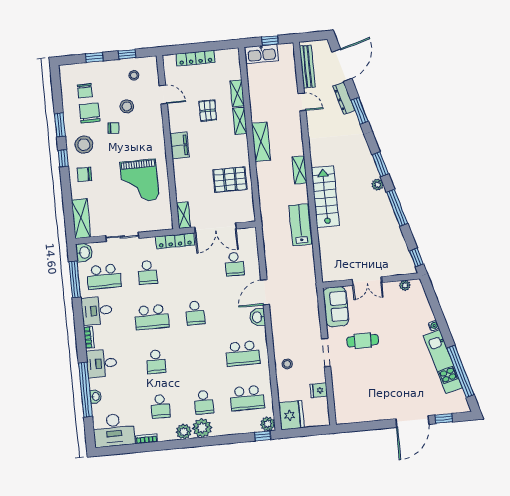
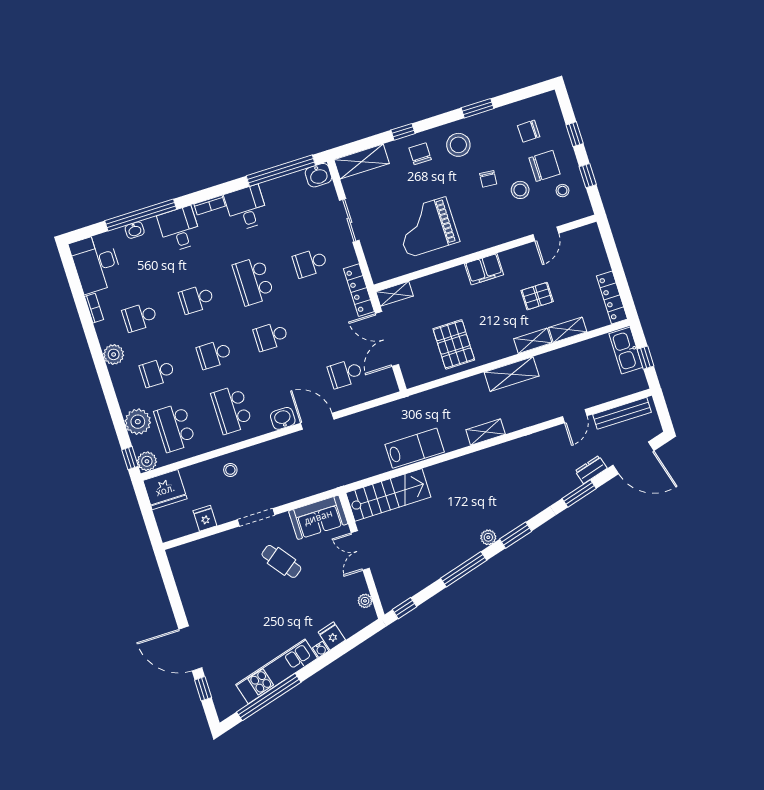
locker: (196, 58) -> (612, 297), moved
dresser: (344, 98) -> (591, 470), width x0.70
chair: (90, 113) -> (545, 166), moved
window: (63, 158) -> (403, 132), moved
stairs: (325, 197) -> (388, 495), moved
school desk: (104, 277) -> (214, 354), moved, width x0.54
window: (75, 279) -> (281, 171), width x1.46
fridge: (425, 315) -> (332, 636), added
cafe table: (363, 341) -> (281, 561), turned -37
plant: (202, 428) -> (138, 422), moved

